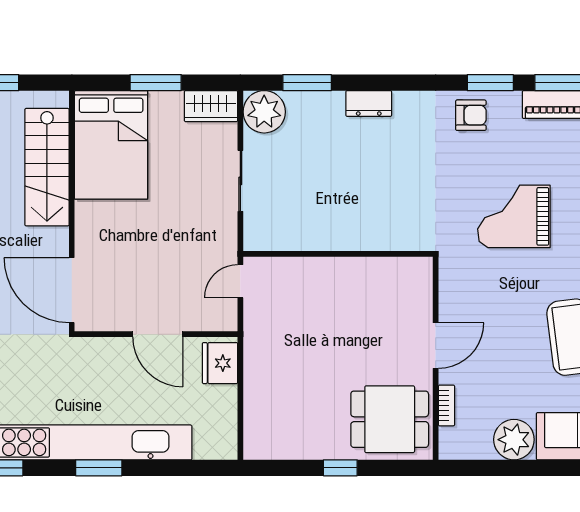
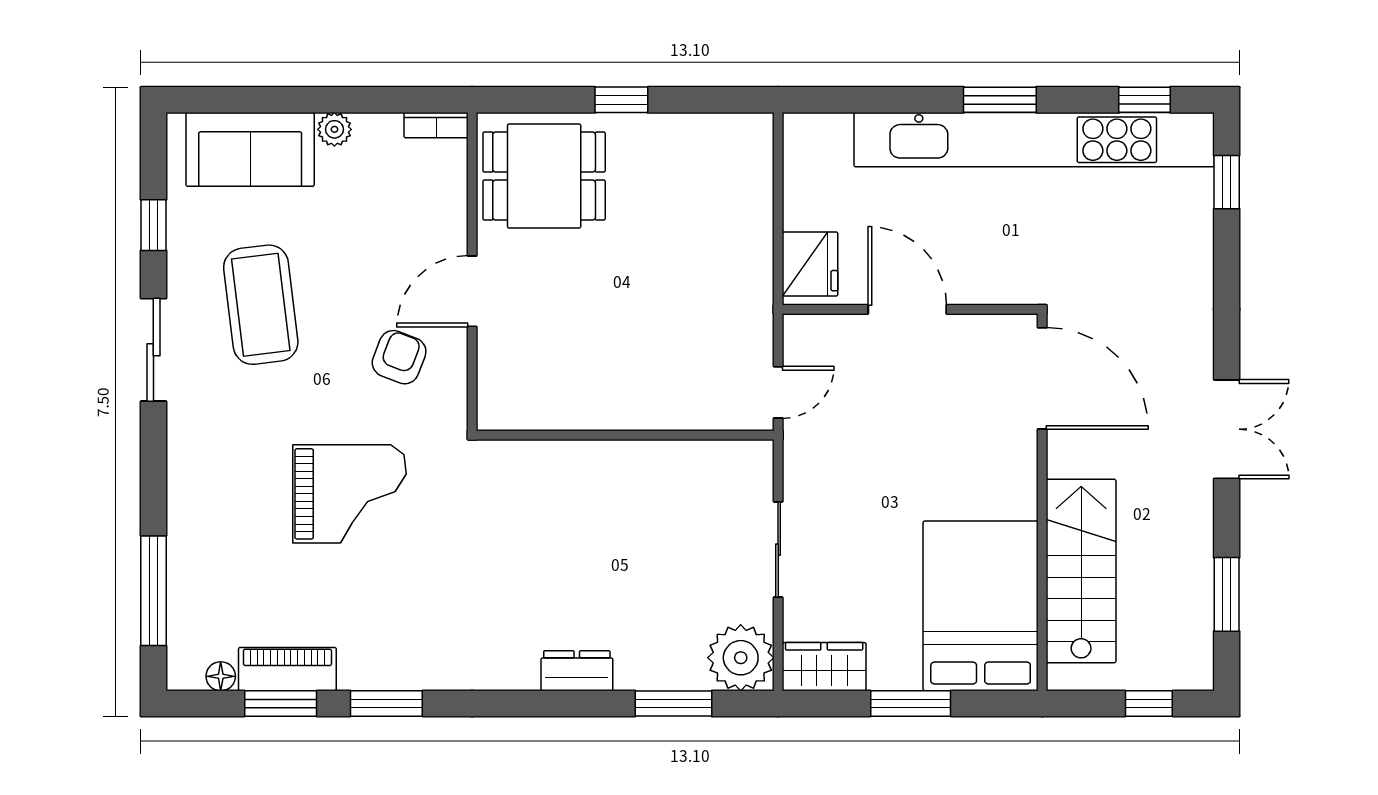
armchair: (471, 115) -> (399, 357), moved, turned 111
bookcase: (446, 405) -> (436, 125), moved, turned -90
plant: (514, 440) -> (334, 129), width x0.53, depth x0.53

